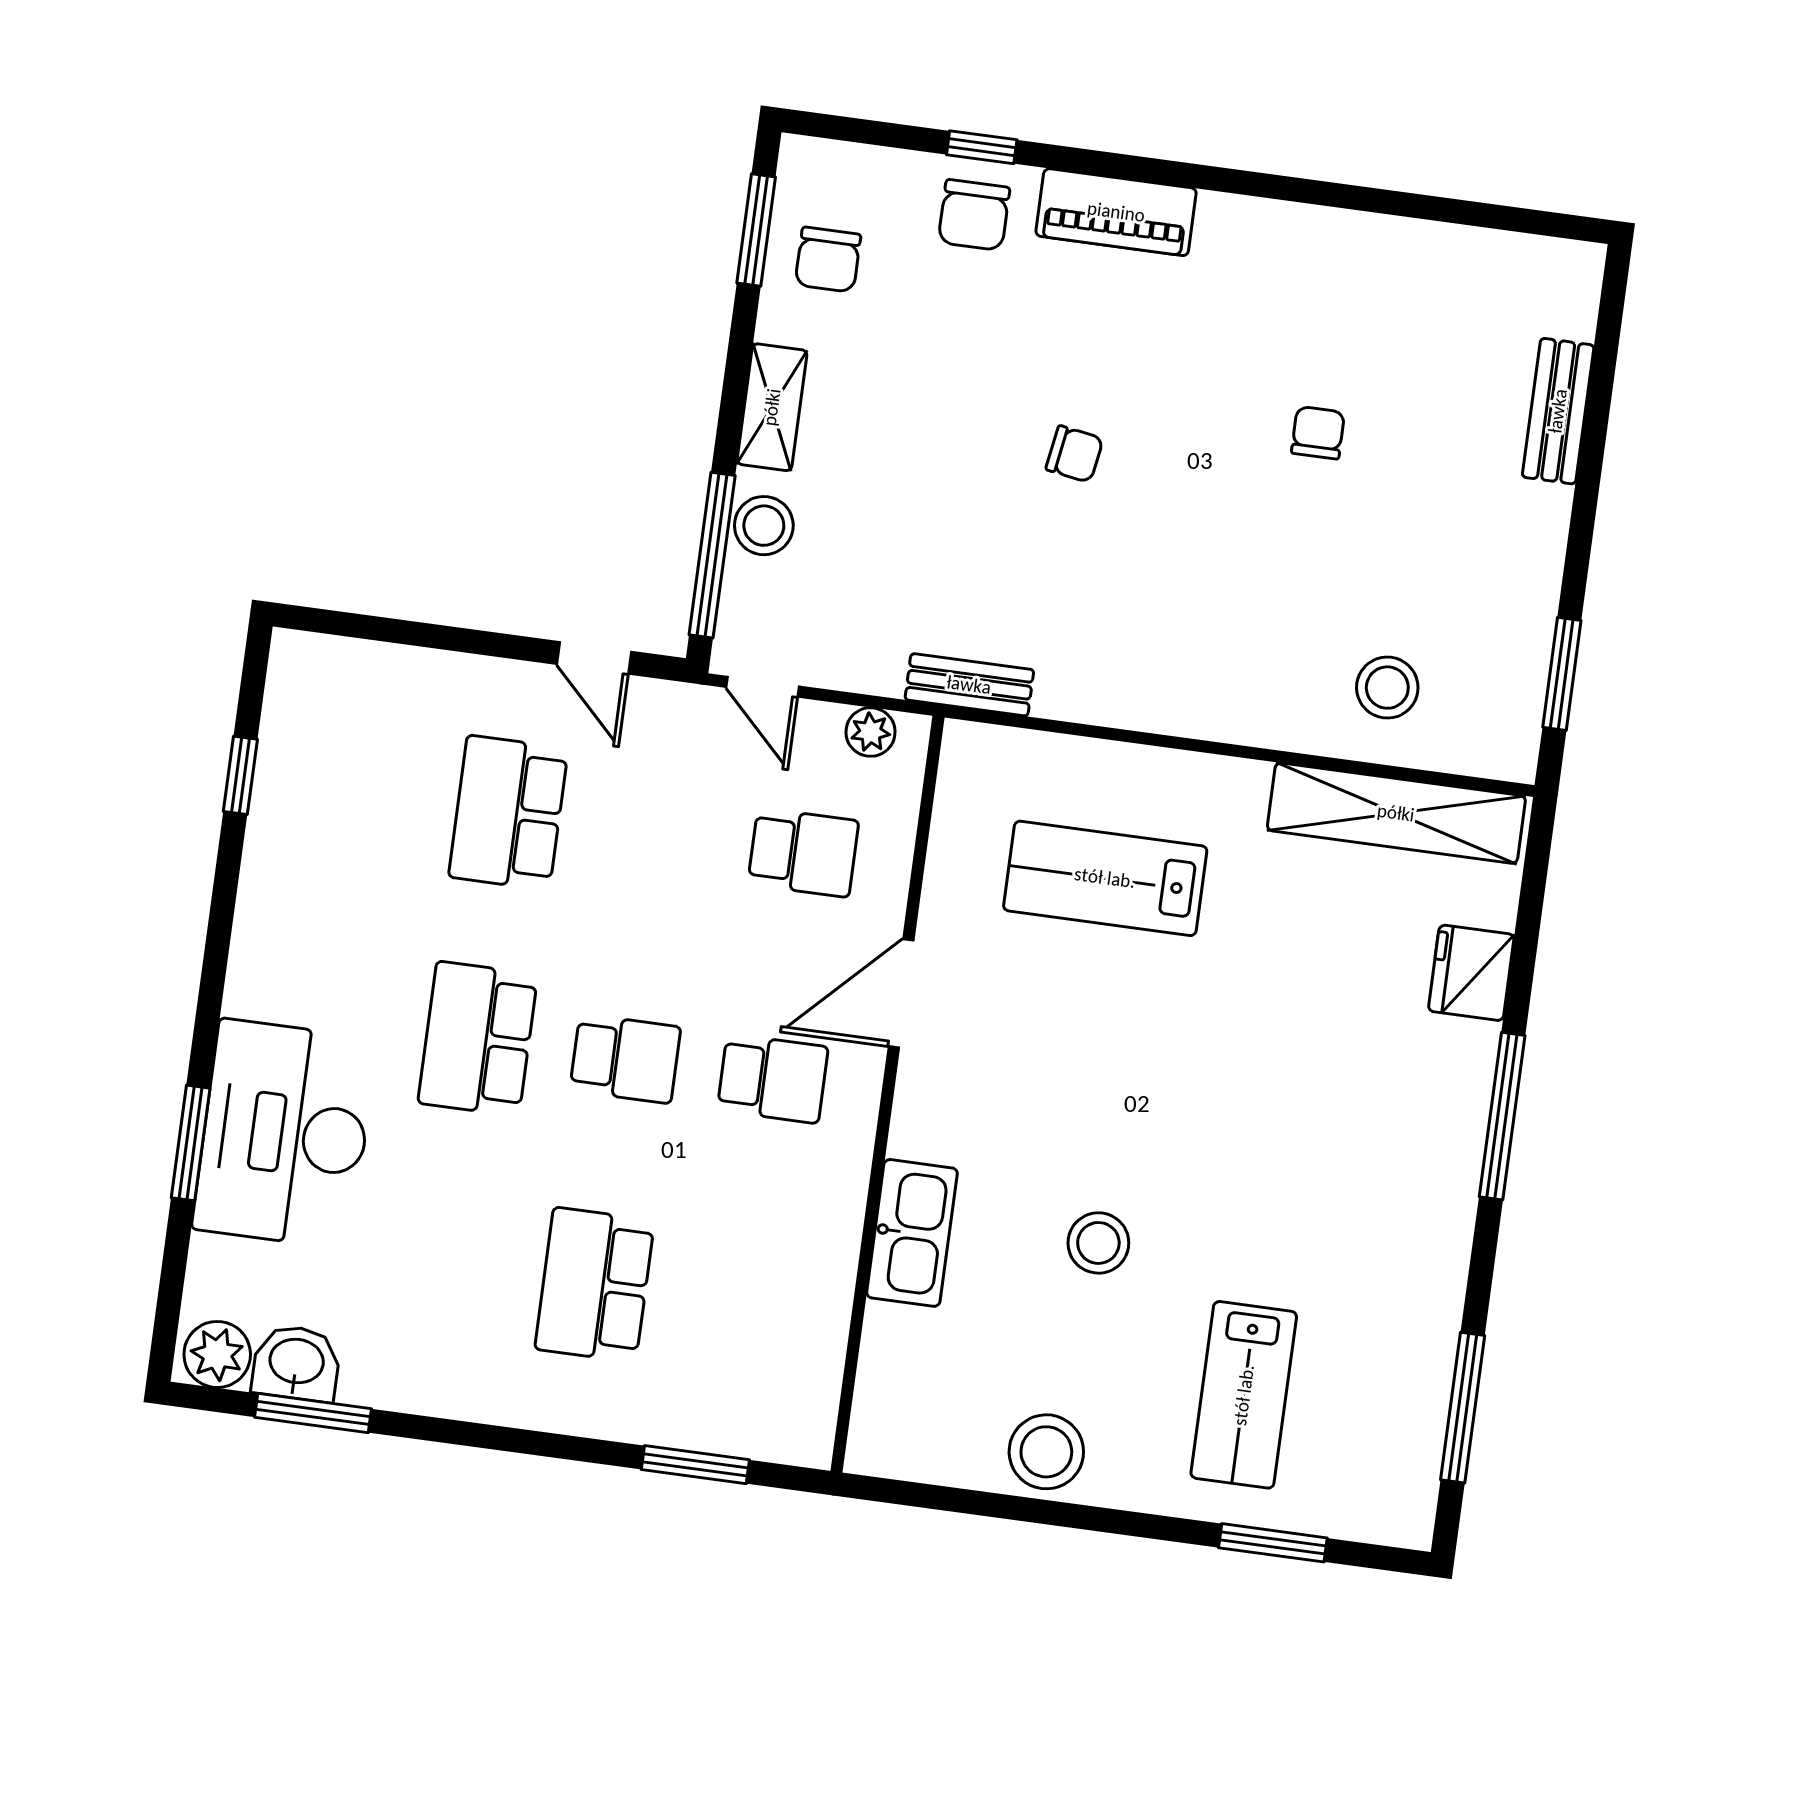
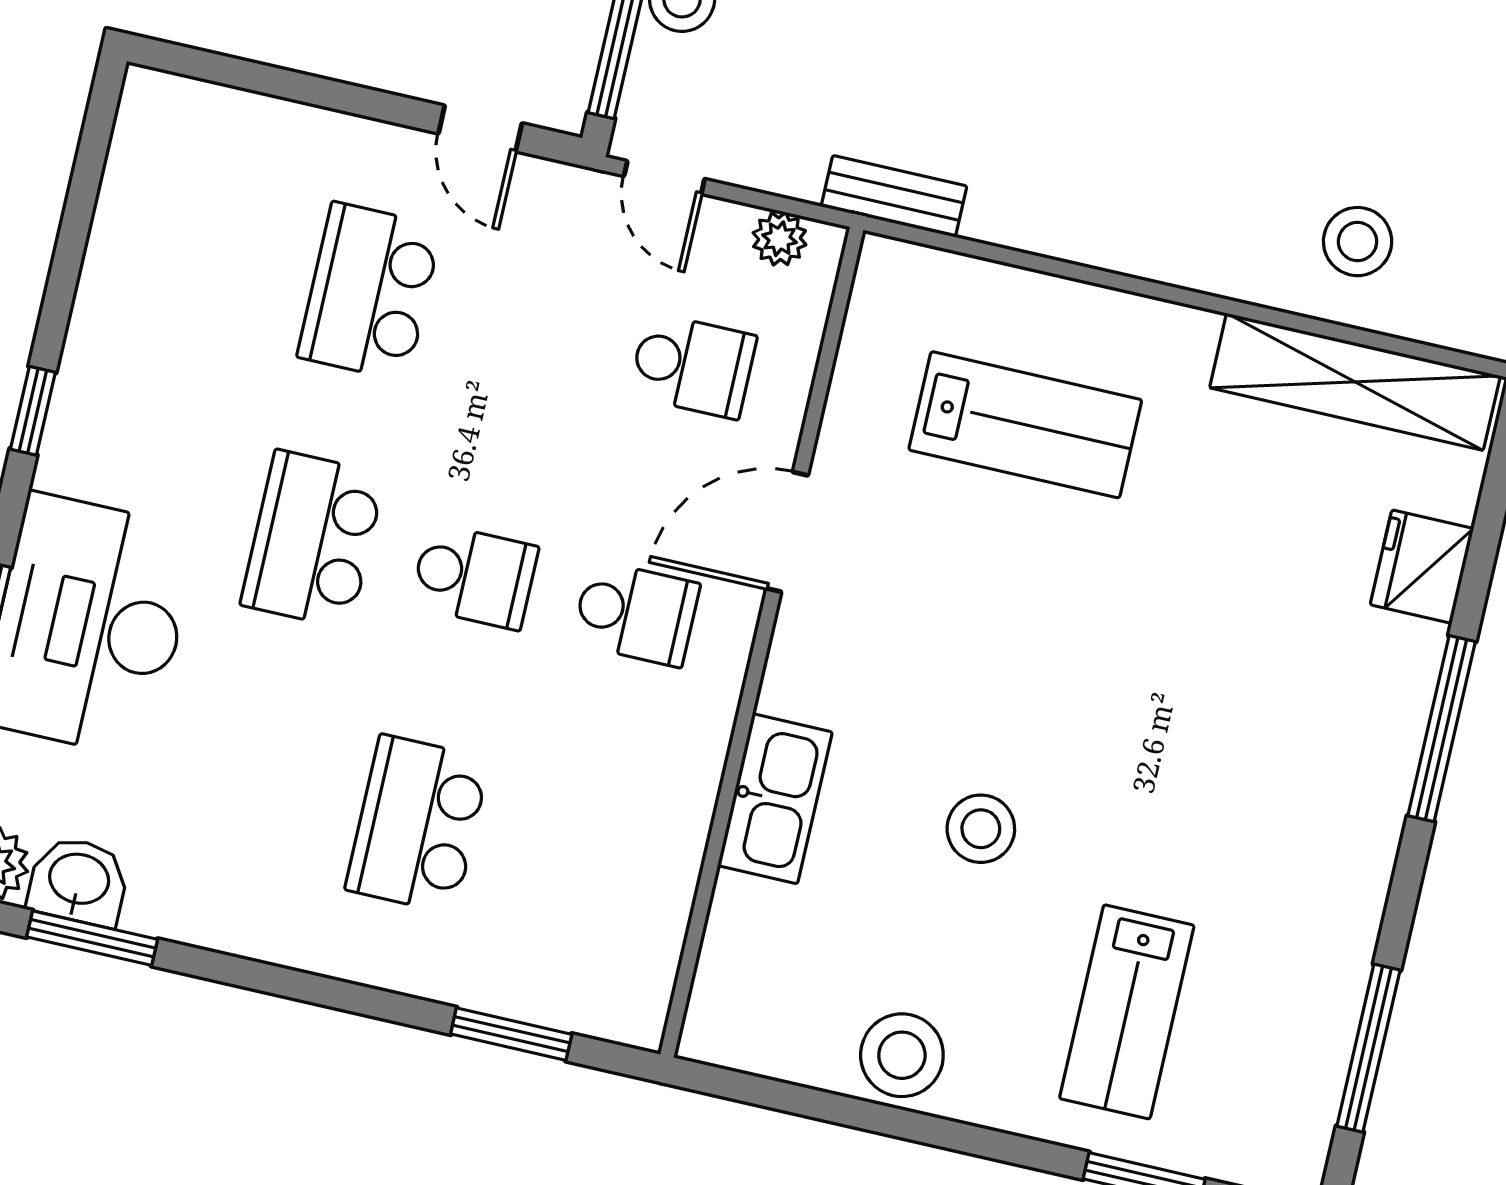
window: (240, 775) -> (33, 411), moved
lab bench: (1105, 878) -> (1025, 425), turned 180

